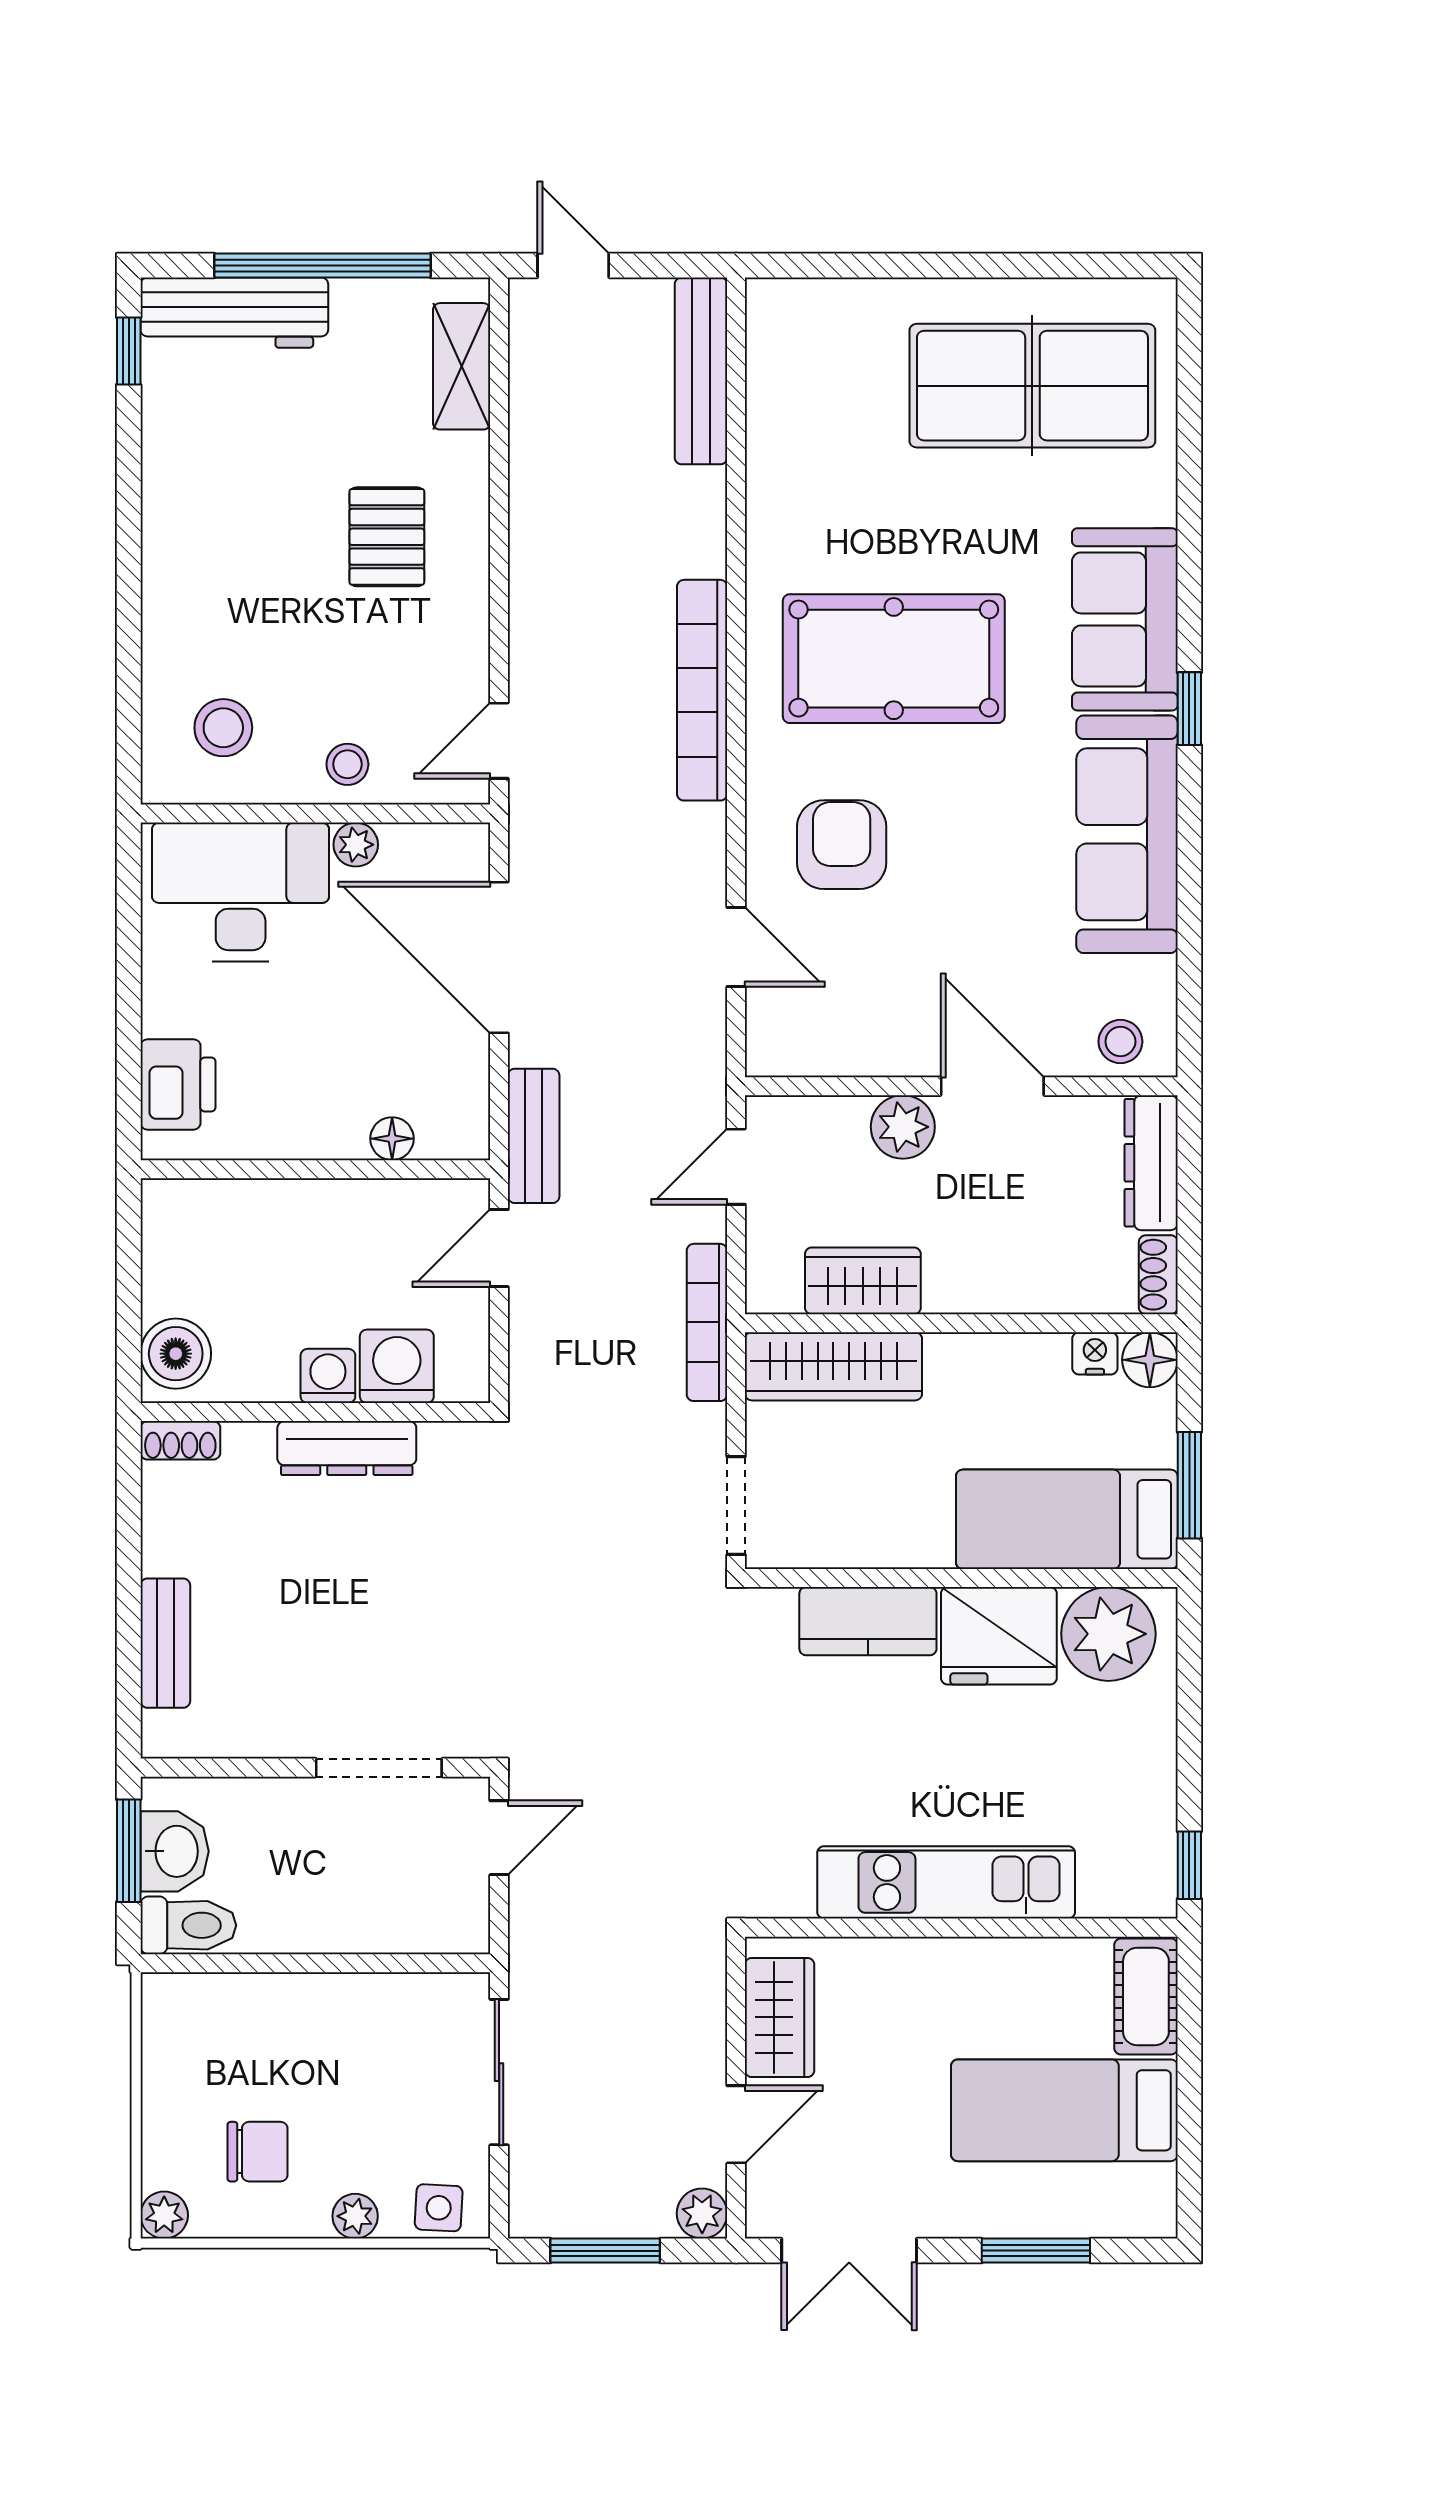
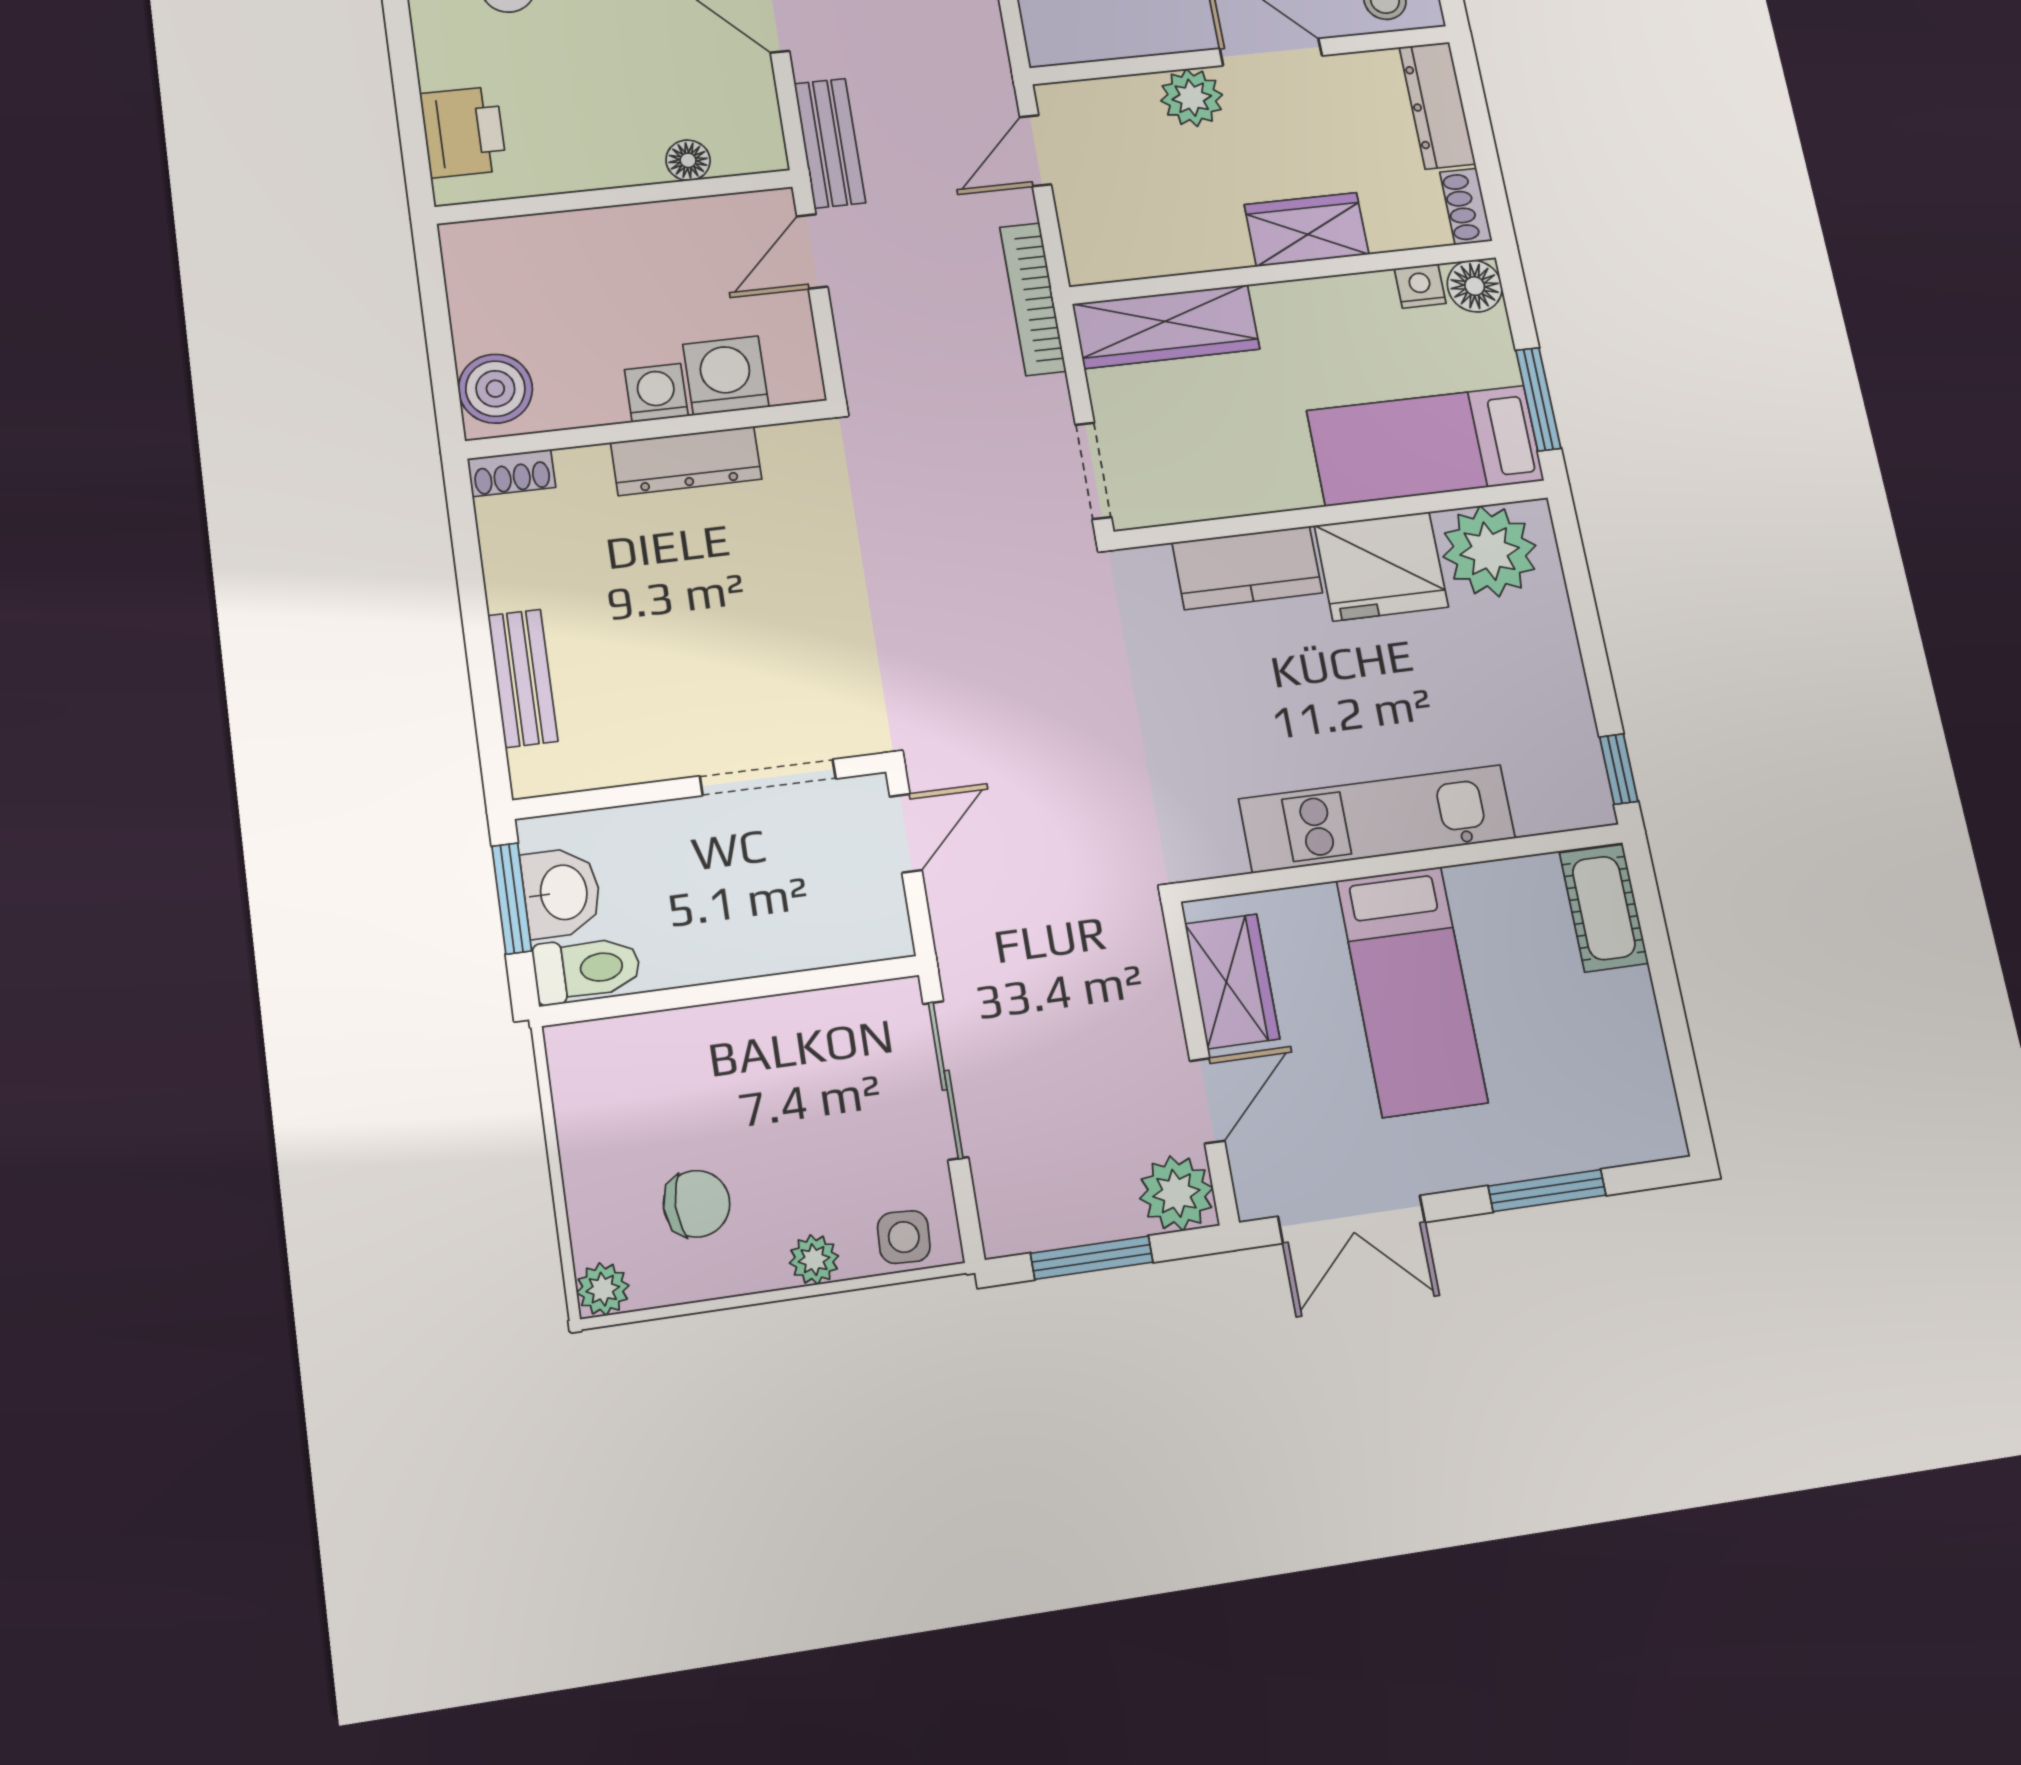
wardrobe: (863, 1281) -> (1307, 230), moved
bed: (1064, 2110) -> (1412, 991), moved, turned -90
plant: (702, 2214) -> (1176, 1193), width x1.38, depth x1.38

